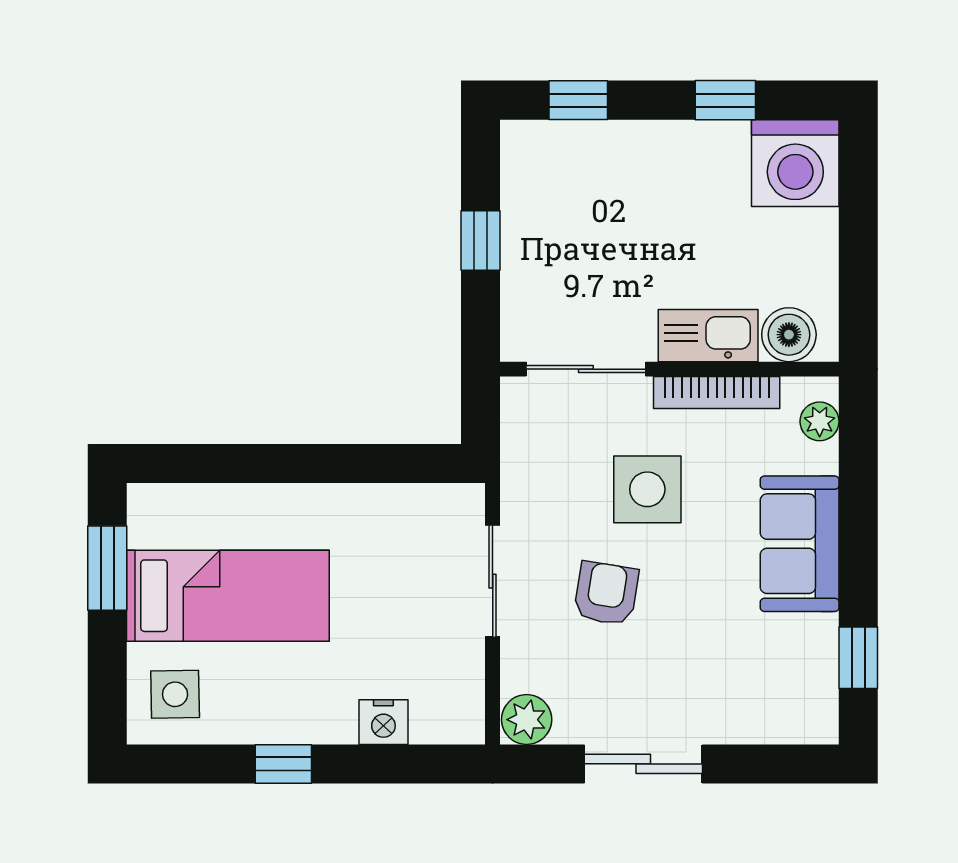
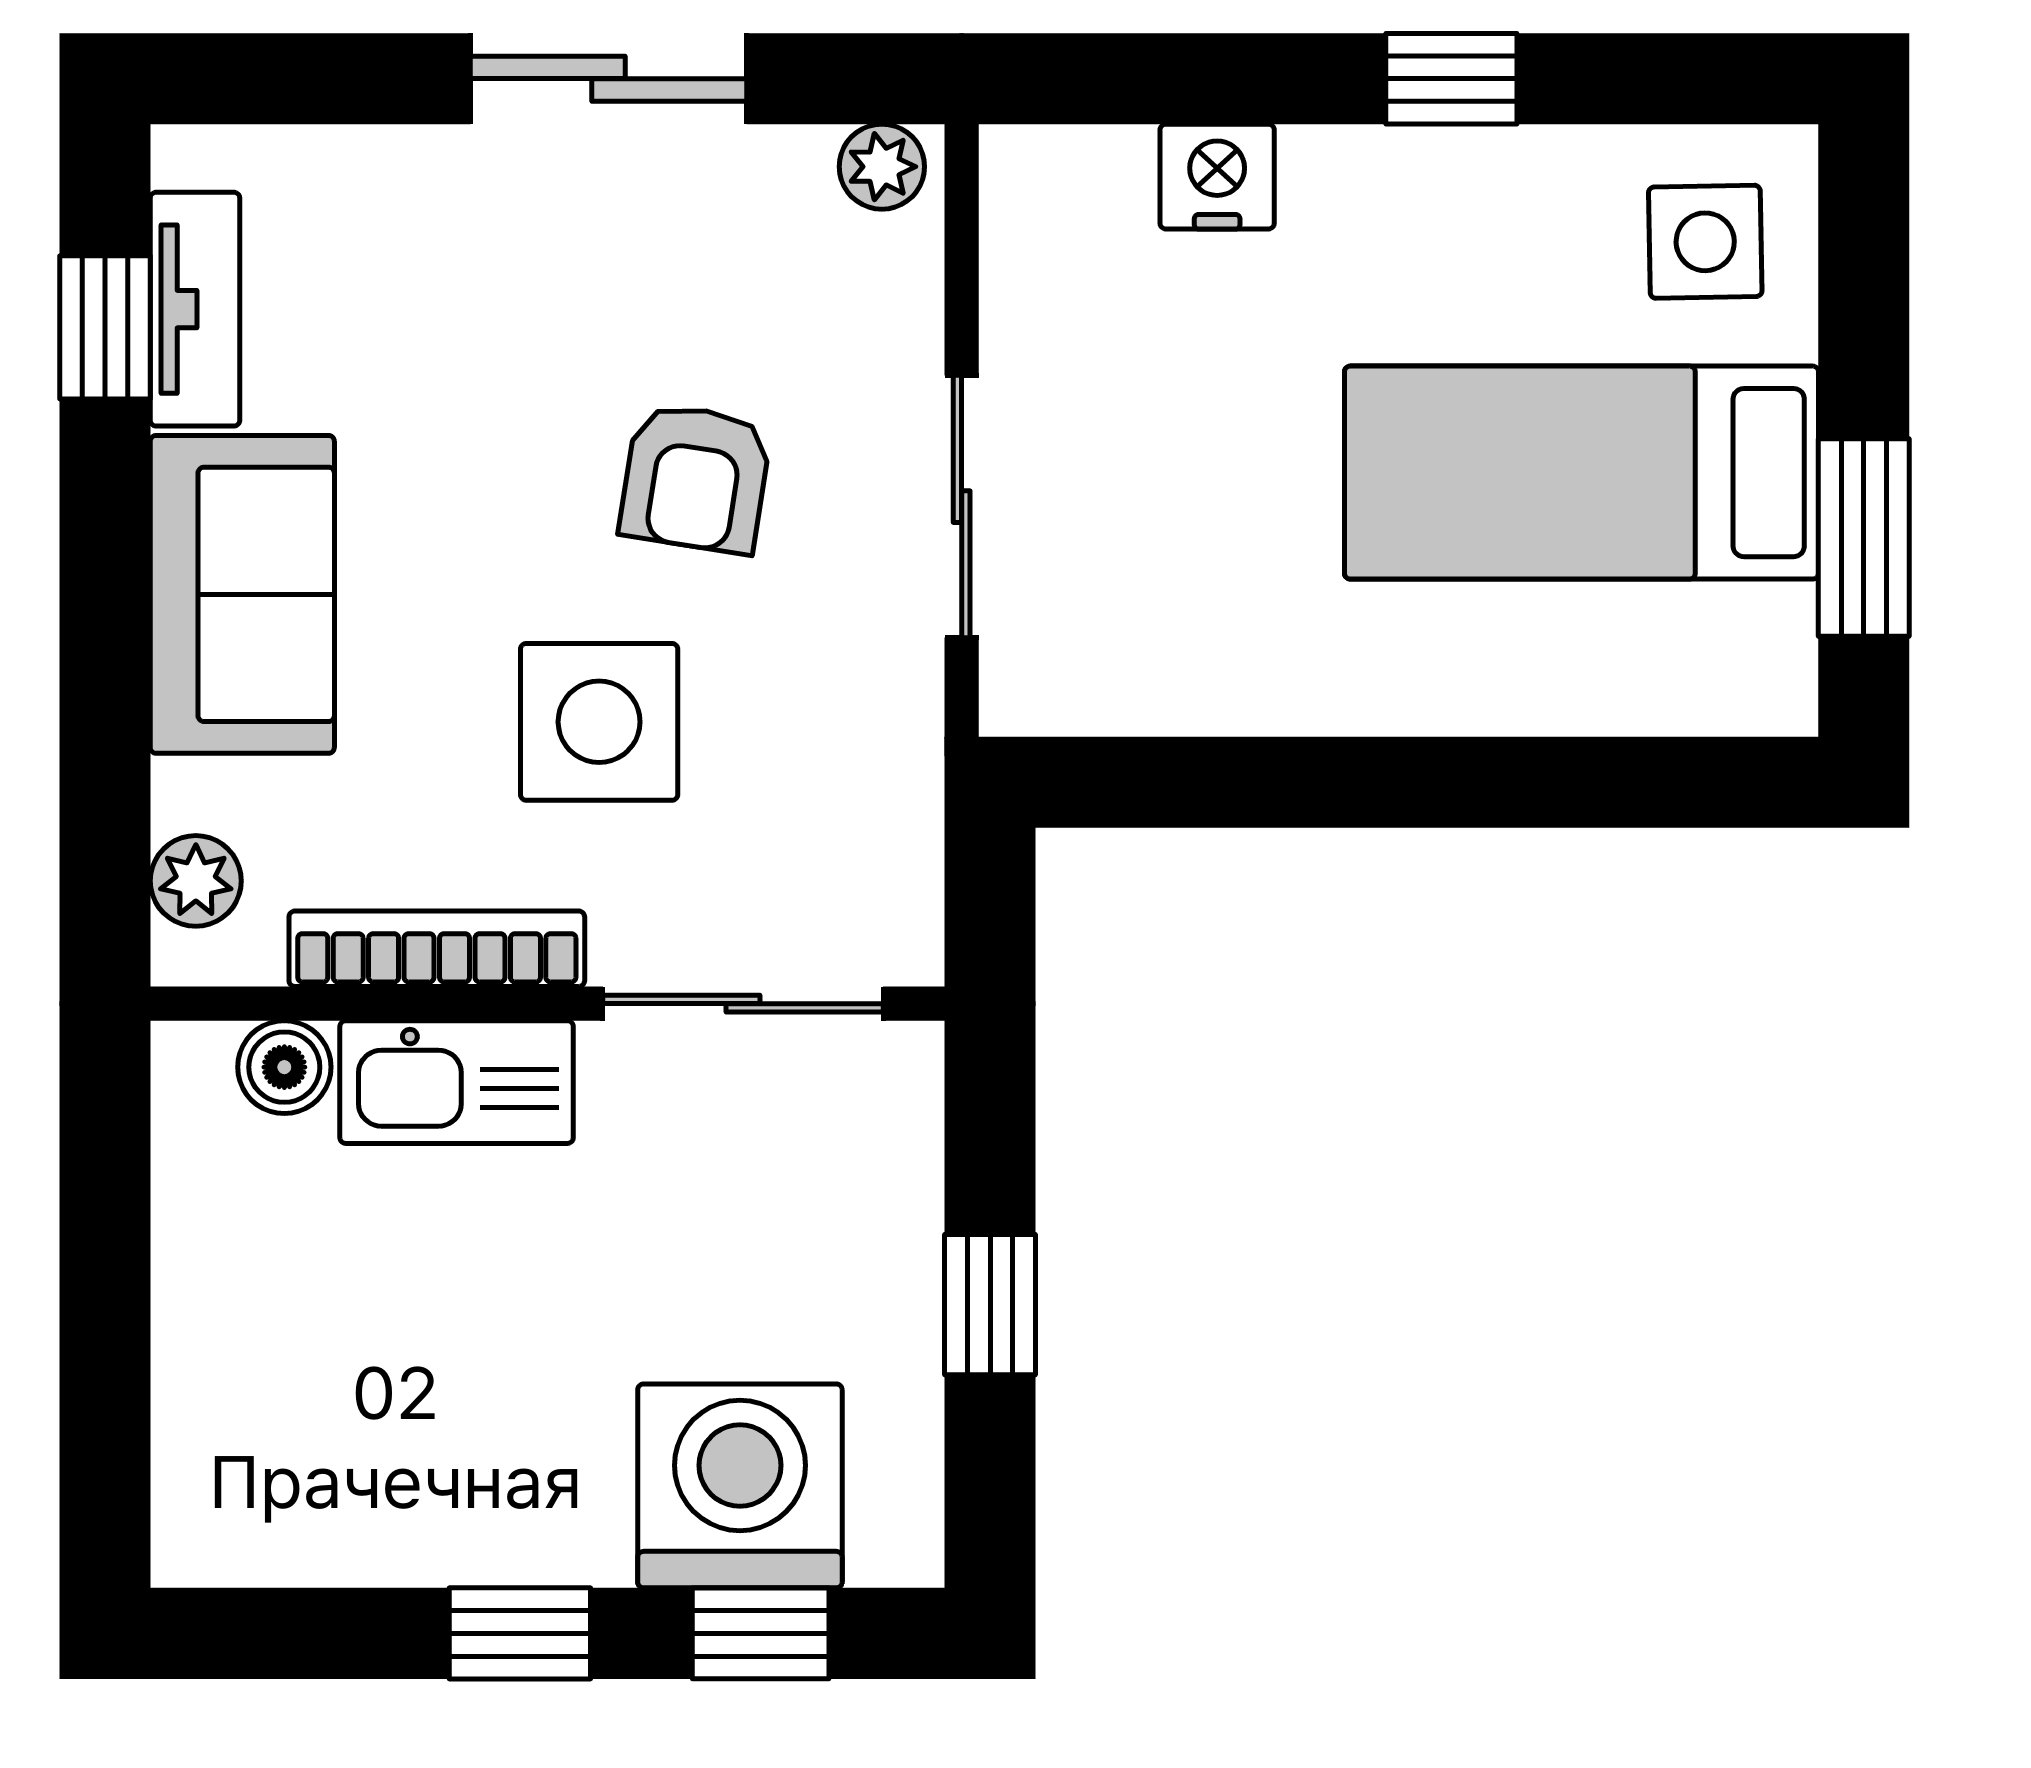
window: (725, 100) -> (520, 1633), moved
washing machine: (795, 163) -> (740, 1486), moved
boiler: (789, 335) -> (284, 1067), width x0.73, depth x0.73
tv unit: (820, 665) -> (195, 309), added
plant: (527, 720) -> (882, 167), width x0.73, depth x0.73

